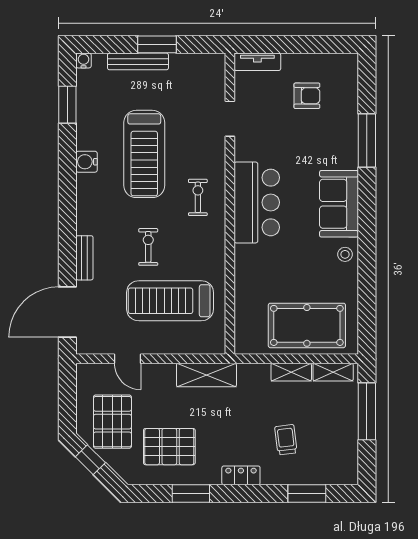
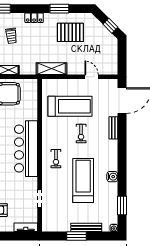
bar counter: (257, 202) -> (26, 149), width x1.36
pallet: (112, 422) -> (99, 45), removed

